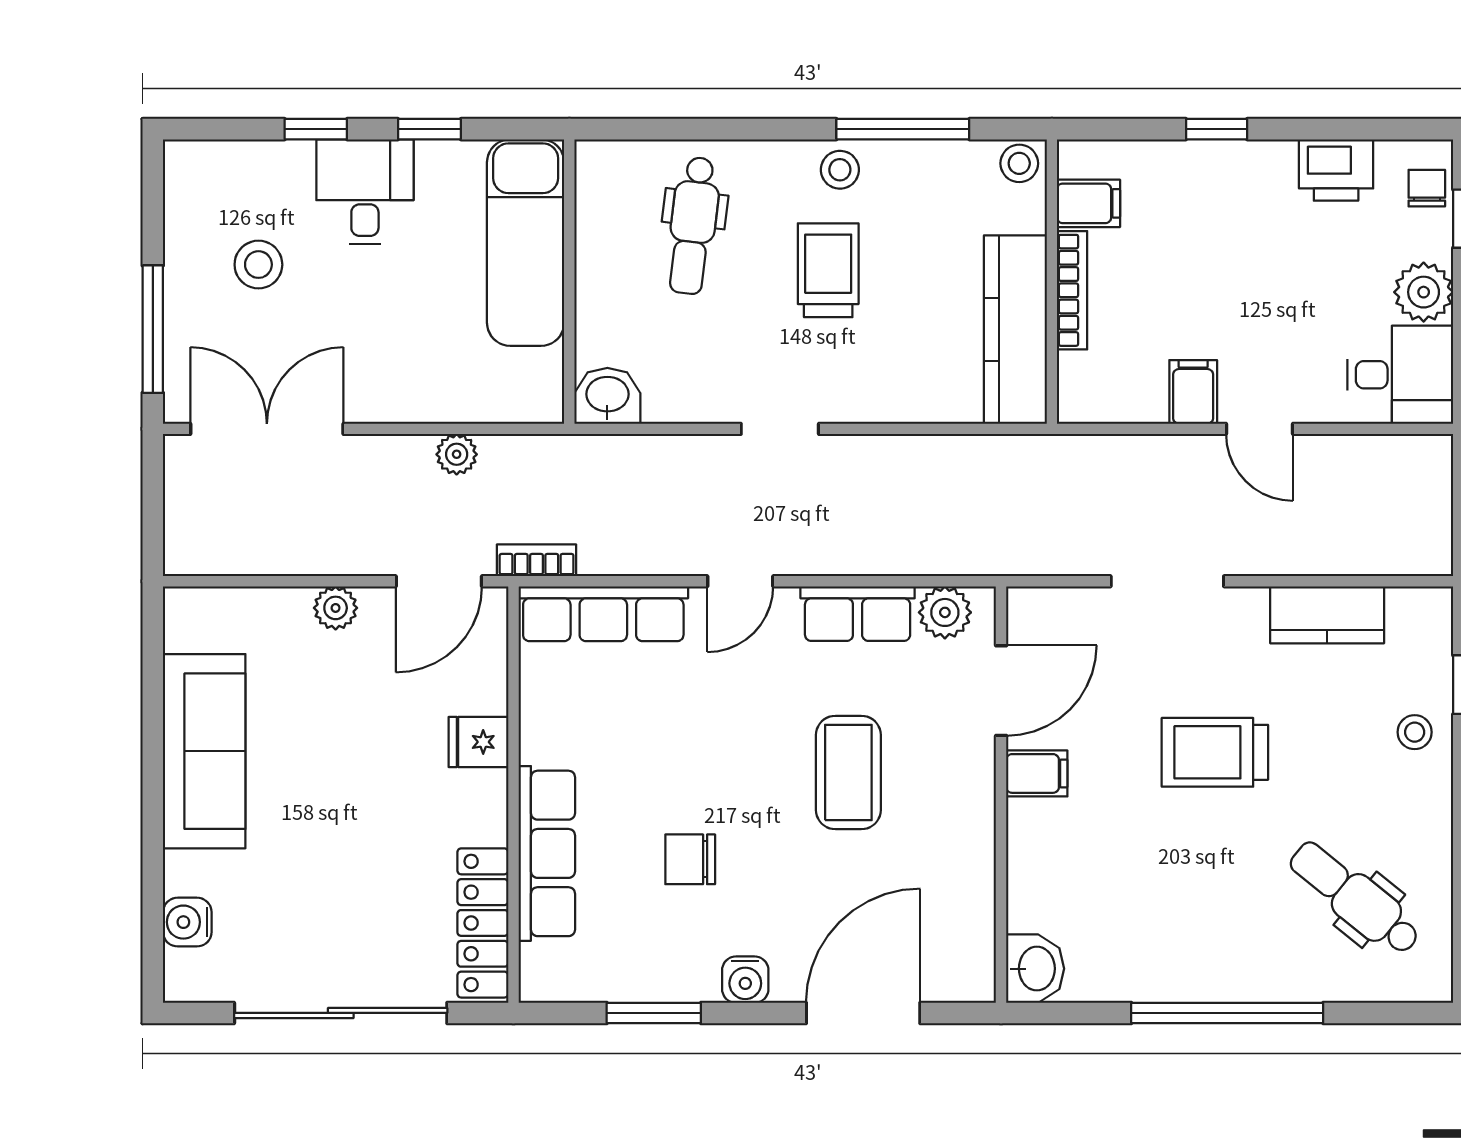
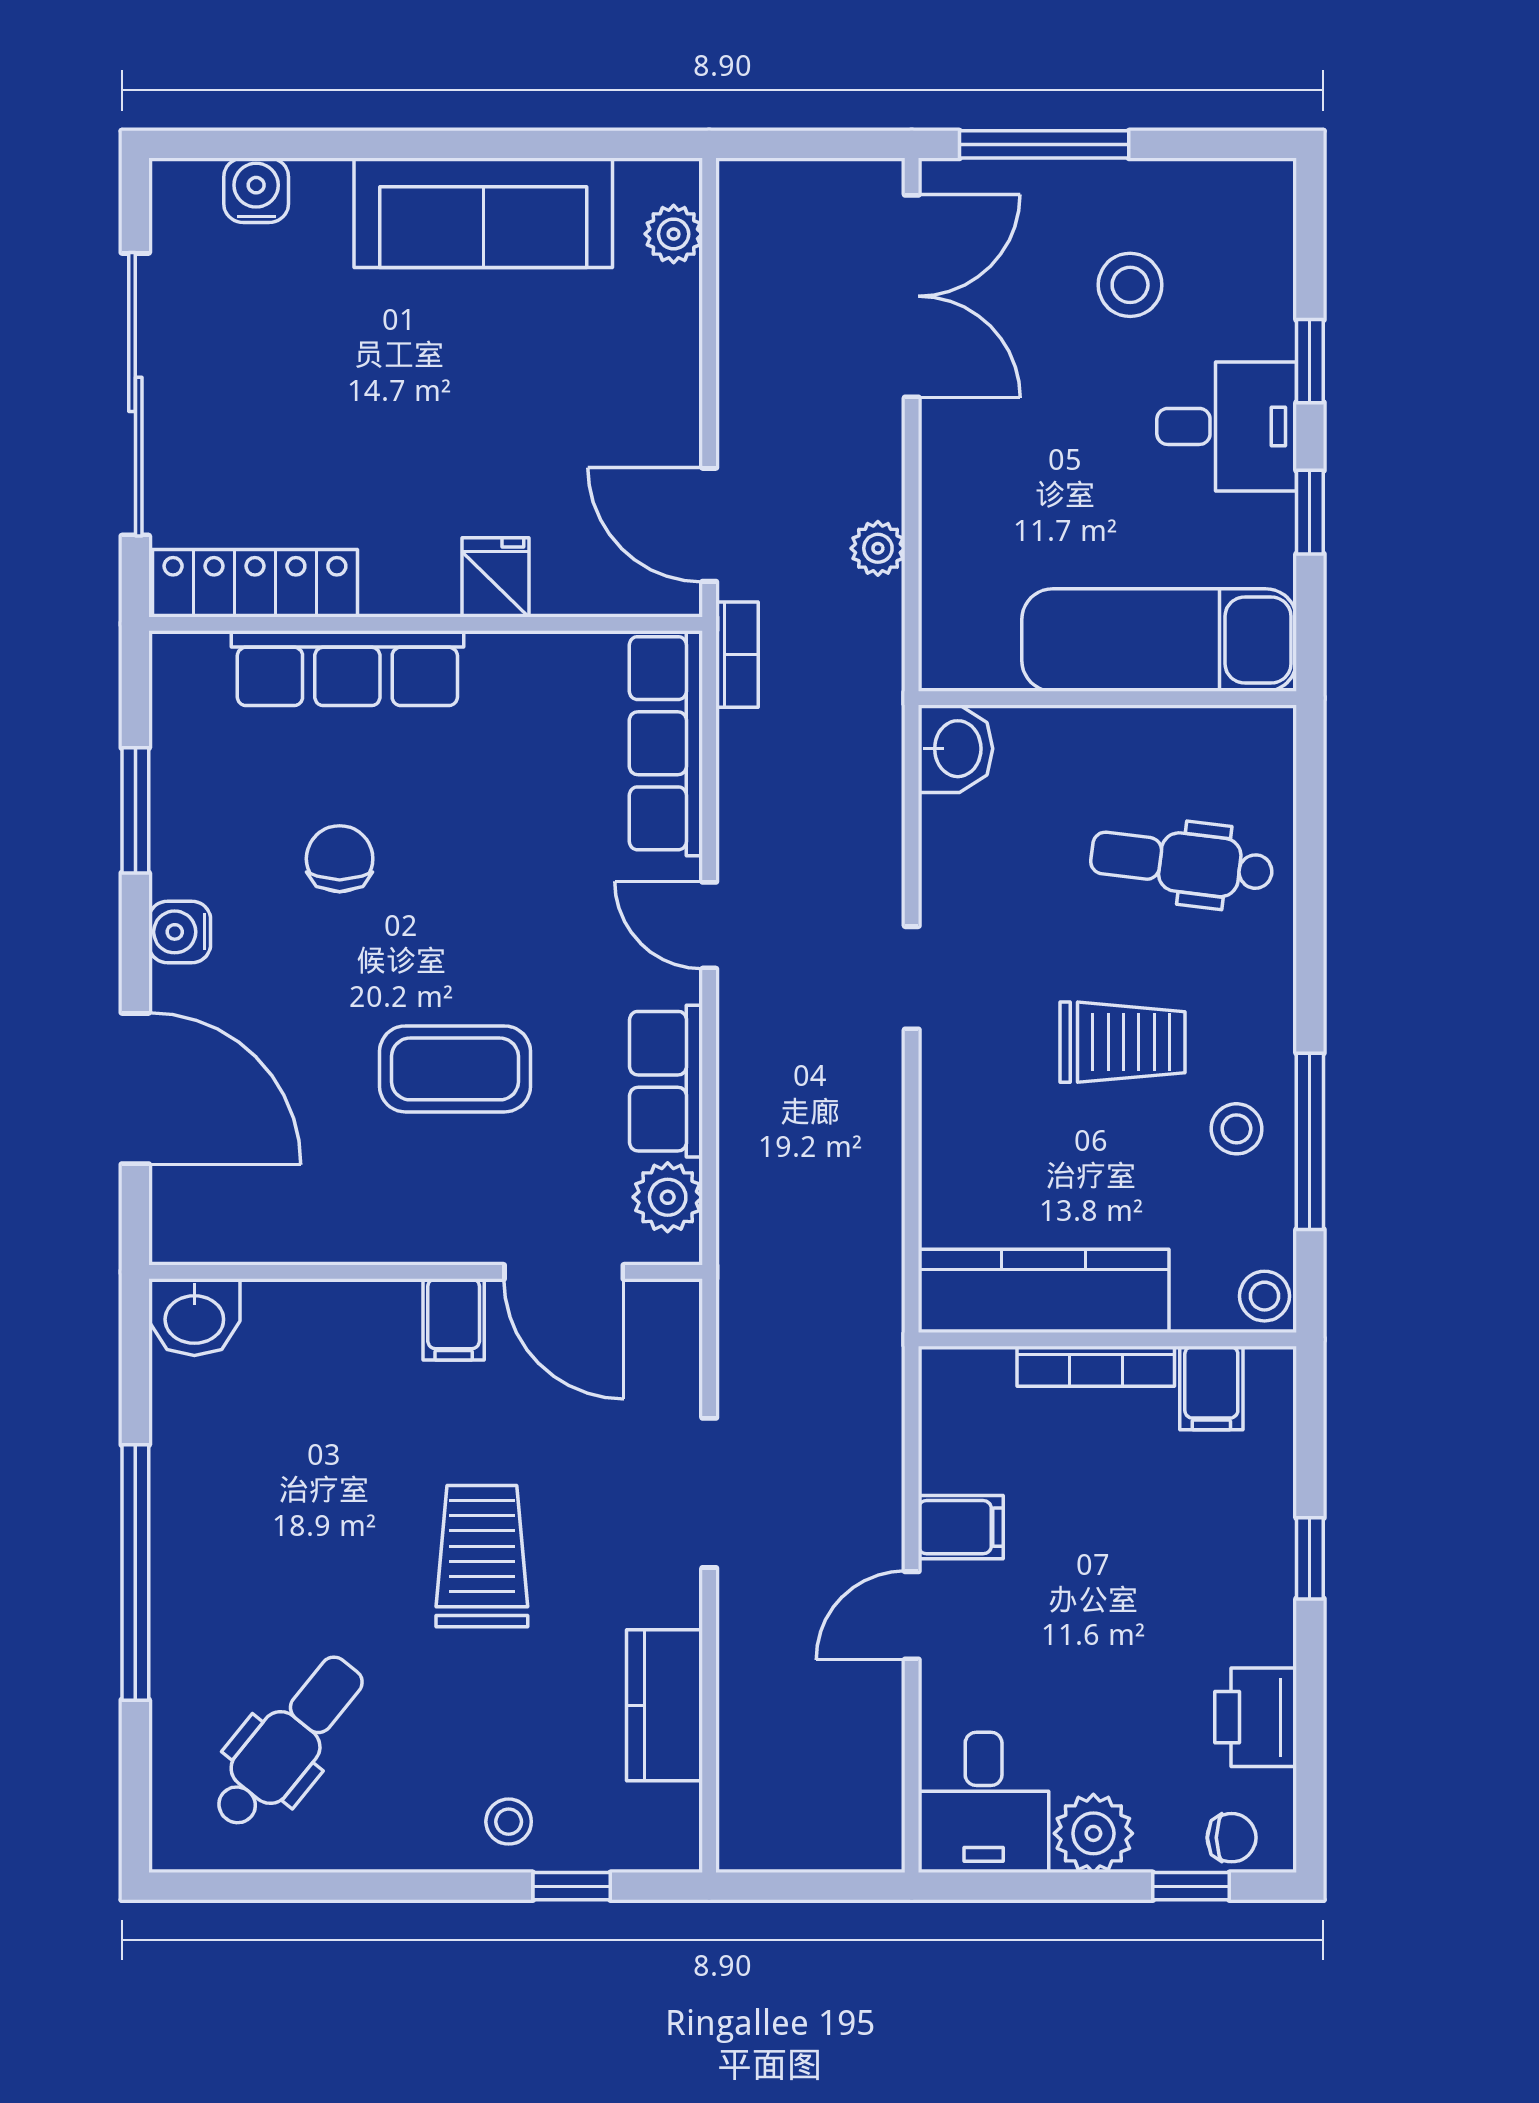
stool: (840, 170) -> (1236, 1129), moved
plant: (336, 608) -> (674, 234), moved

